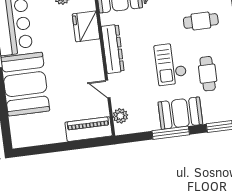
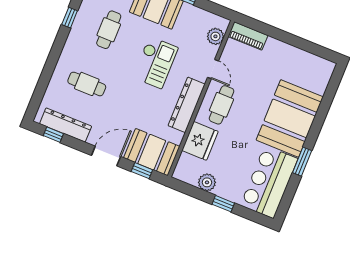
cafe table: (85, 64) -> (221, 105), added
checkout: (171, 64) -> (155, 62), moved
piano: (89, 129) -> (248, 36), width x0.73, depth x0.75

